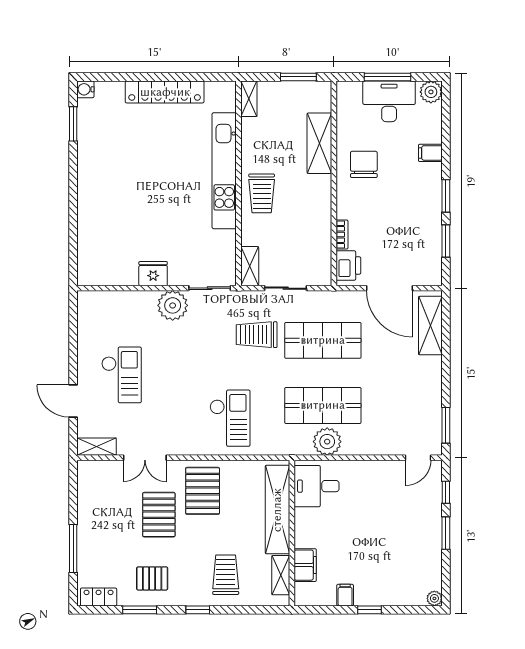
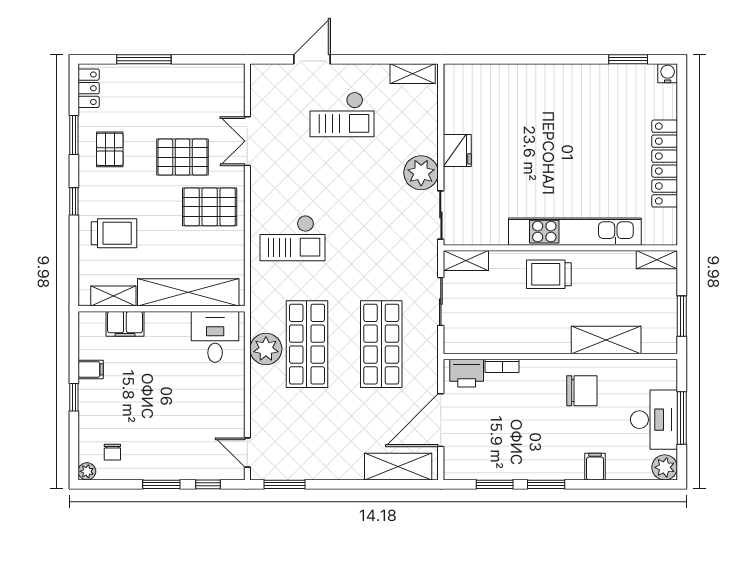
trolley: (257, 335) -> (388, 269), removed
shelving: (97, 447) -> (413, 74), moved, turned 90
chair: (418, 576) -> (112, 452), added

